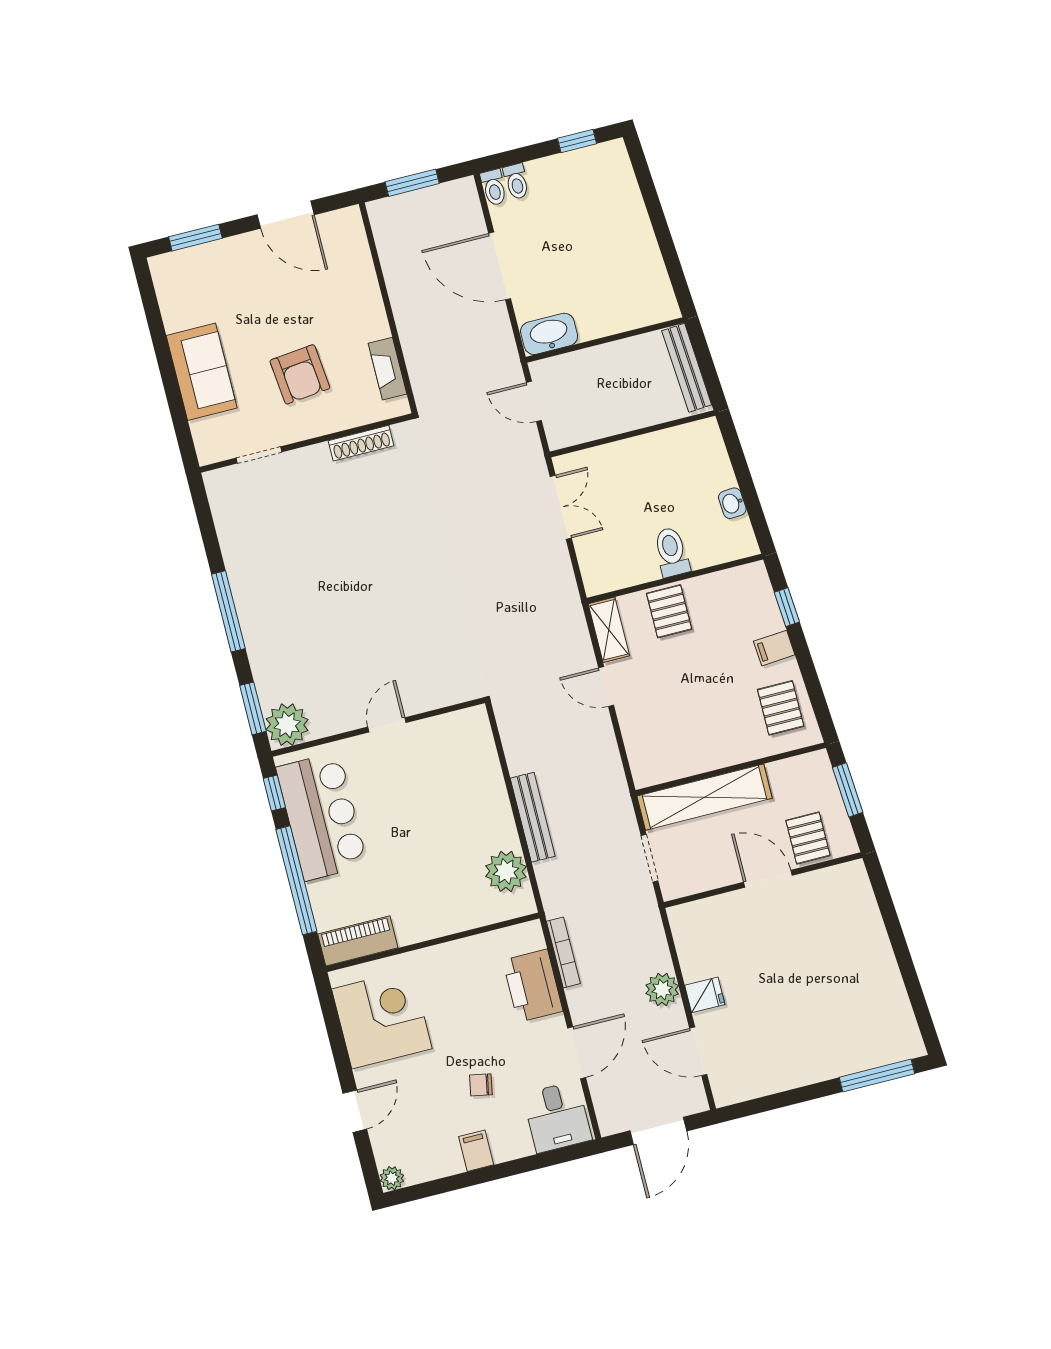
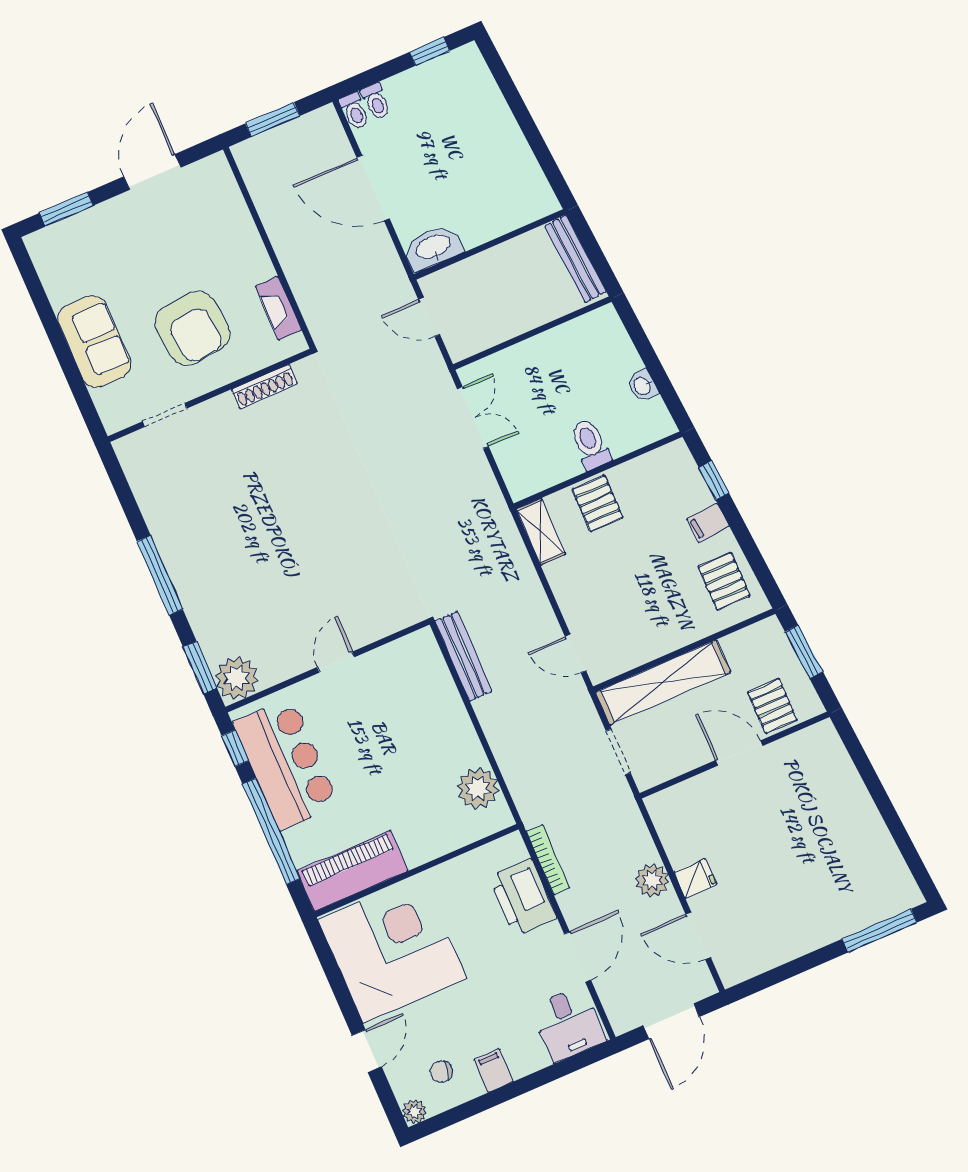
door: (286, 215) -> (152, 172), swing flipped
armchair: (300, 374) -> (192, 328), width x1.36, depth x1.36
door: (606, 687) -> (576, 654), moved
bench: (533, 817) -> (463, 656), moved
piano: (358, 941) -> (352, 871), width x1.37, depth x1.33
corner desk: (382, 1019) -> (392, 949), width x1.36, depth x1.36
chair: (481, 1085) -> (441, 1072), moved

